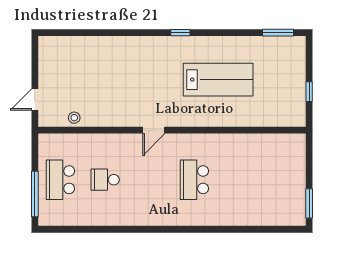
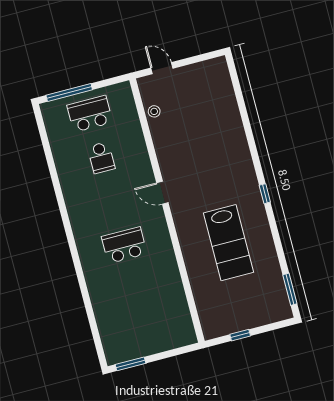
school desk: (105, 180) -> (101, 158), turned 180

